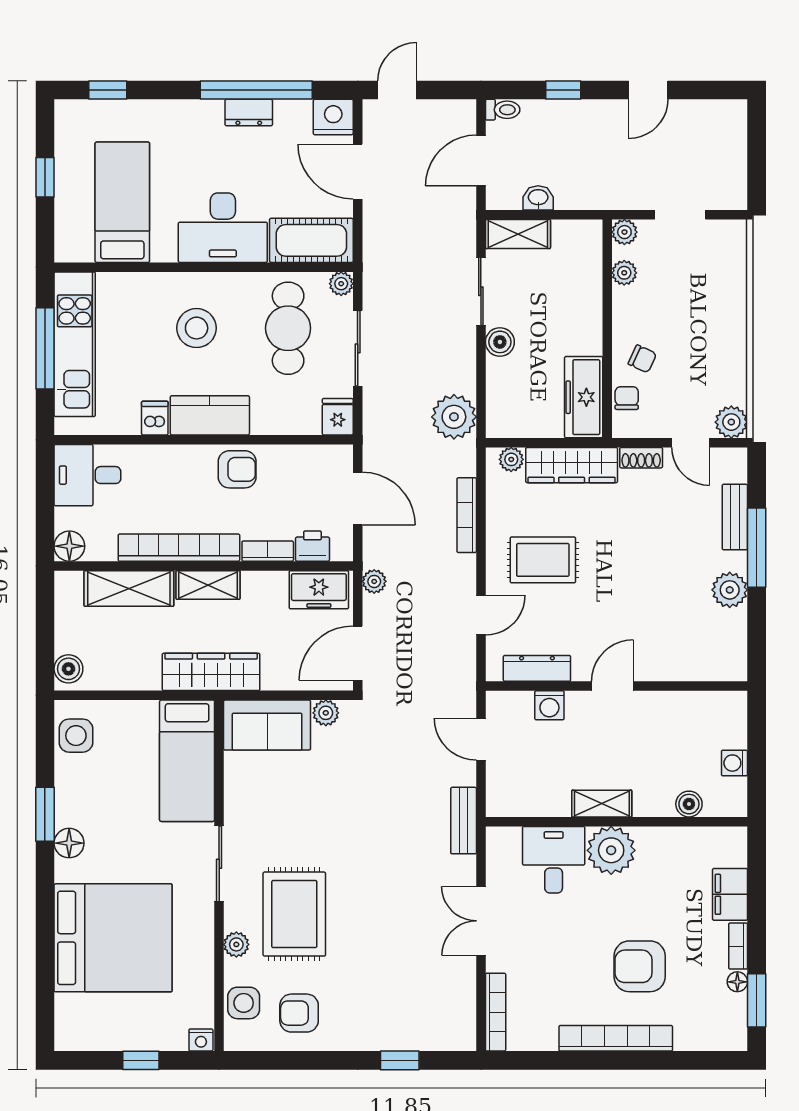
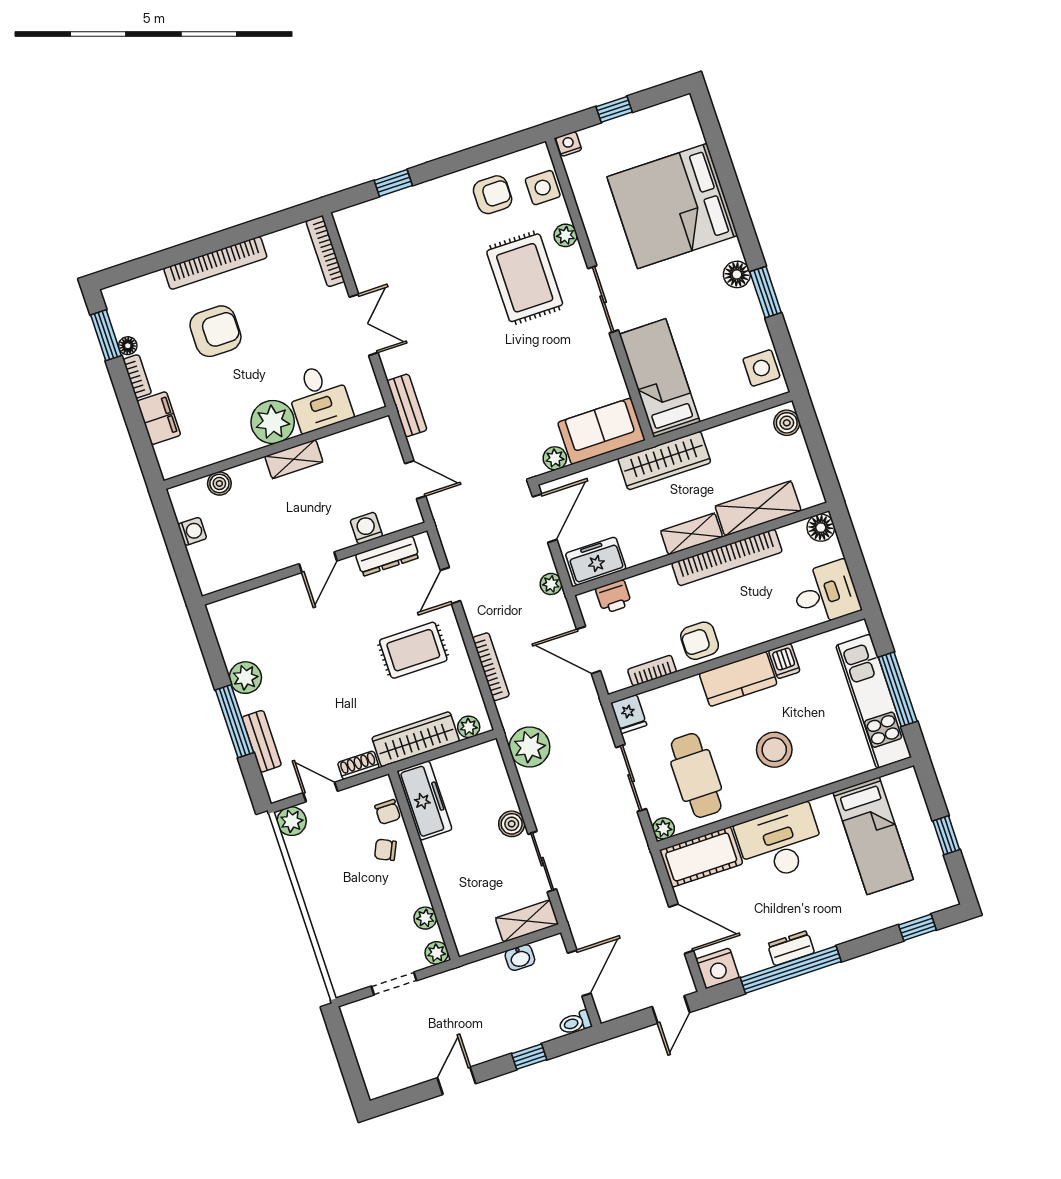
bookcase: (268, 551) -> (652, 671), moved, turned 180

